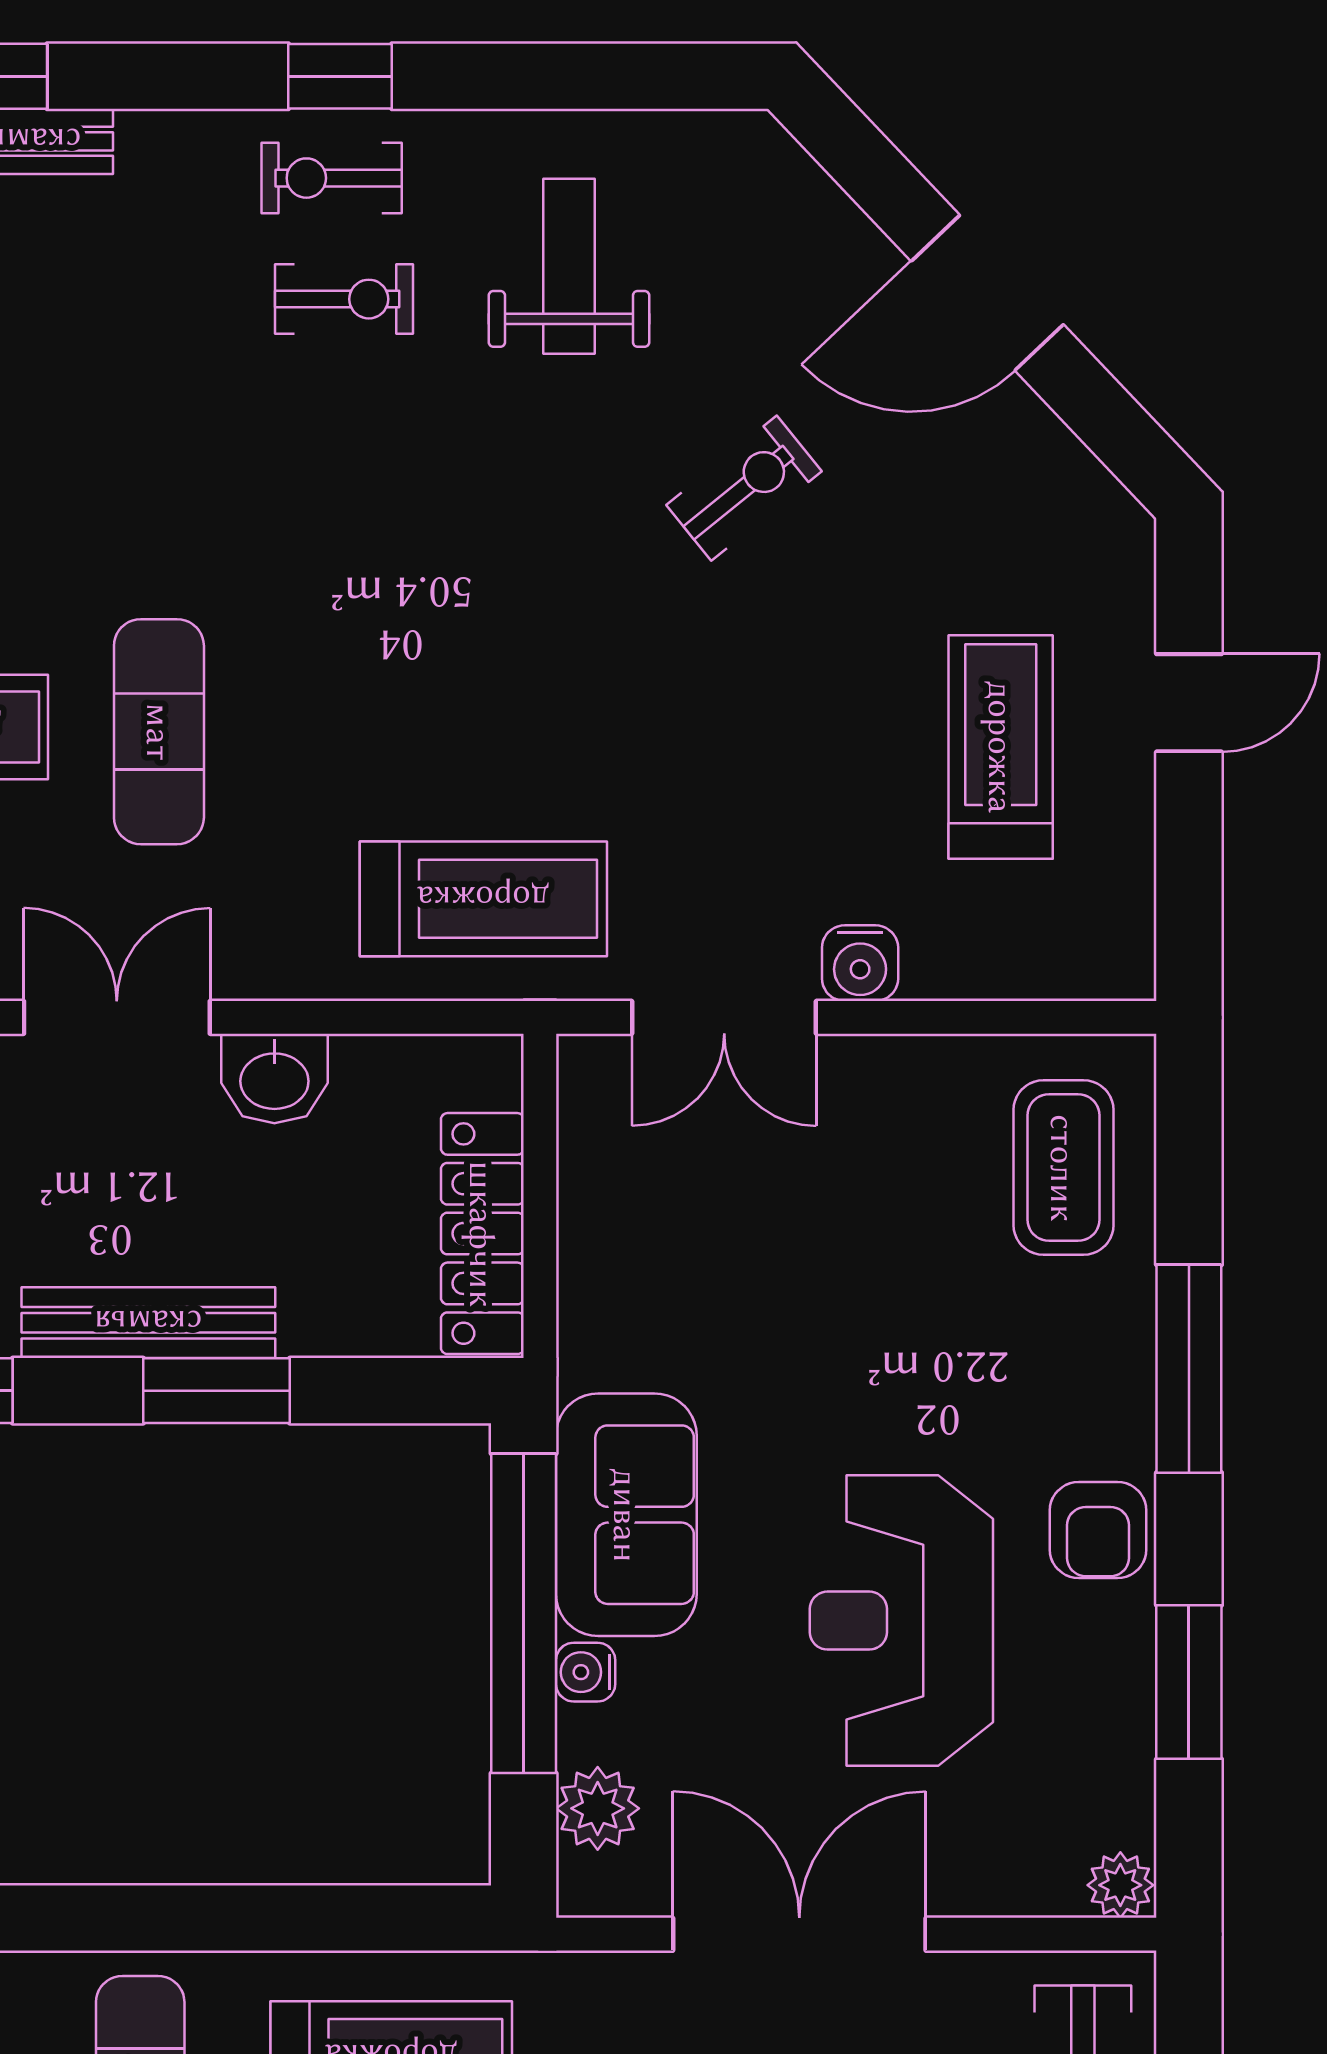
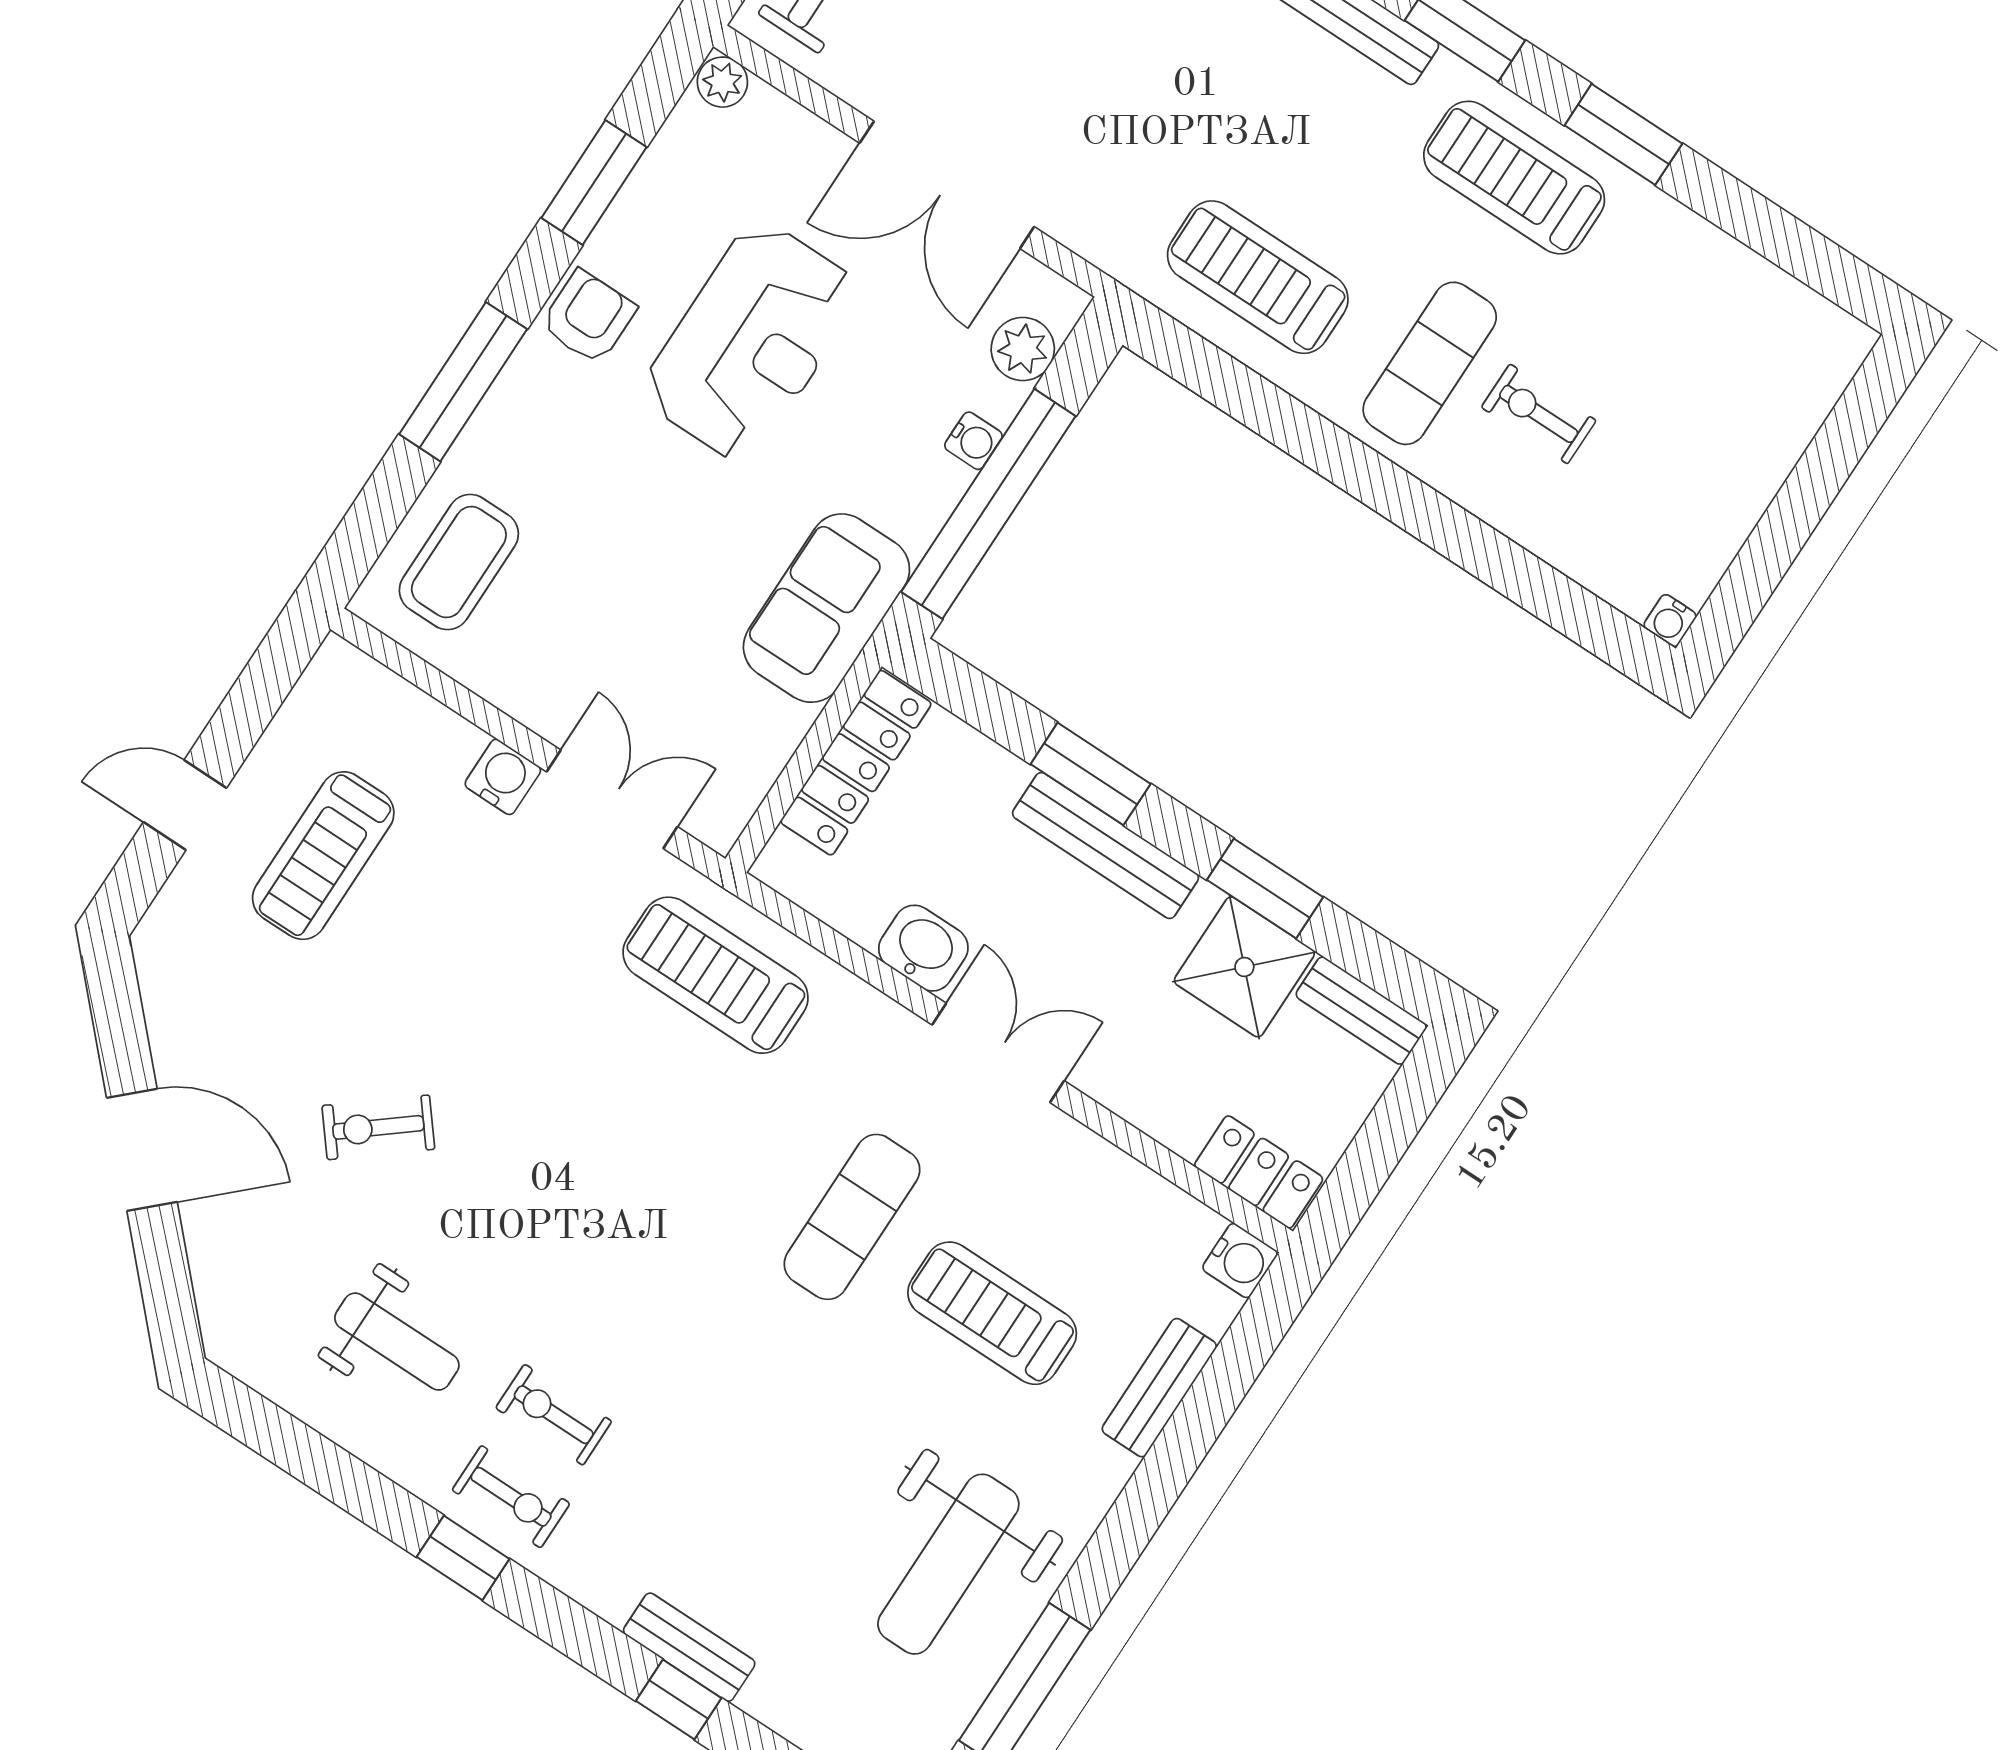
weight bench: (569, 266) -> (397, 1342), turned -90
double door: (117, 1017) -> (998, 1053), swing flipped
sofa: (626, 1515) -> (826, 608), moved

